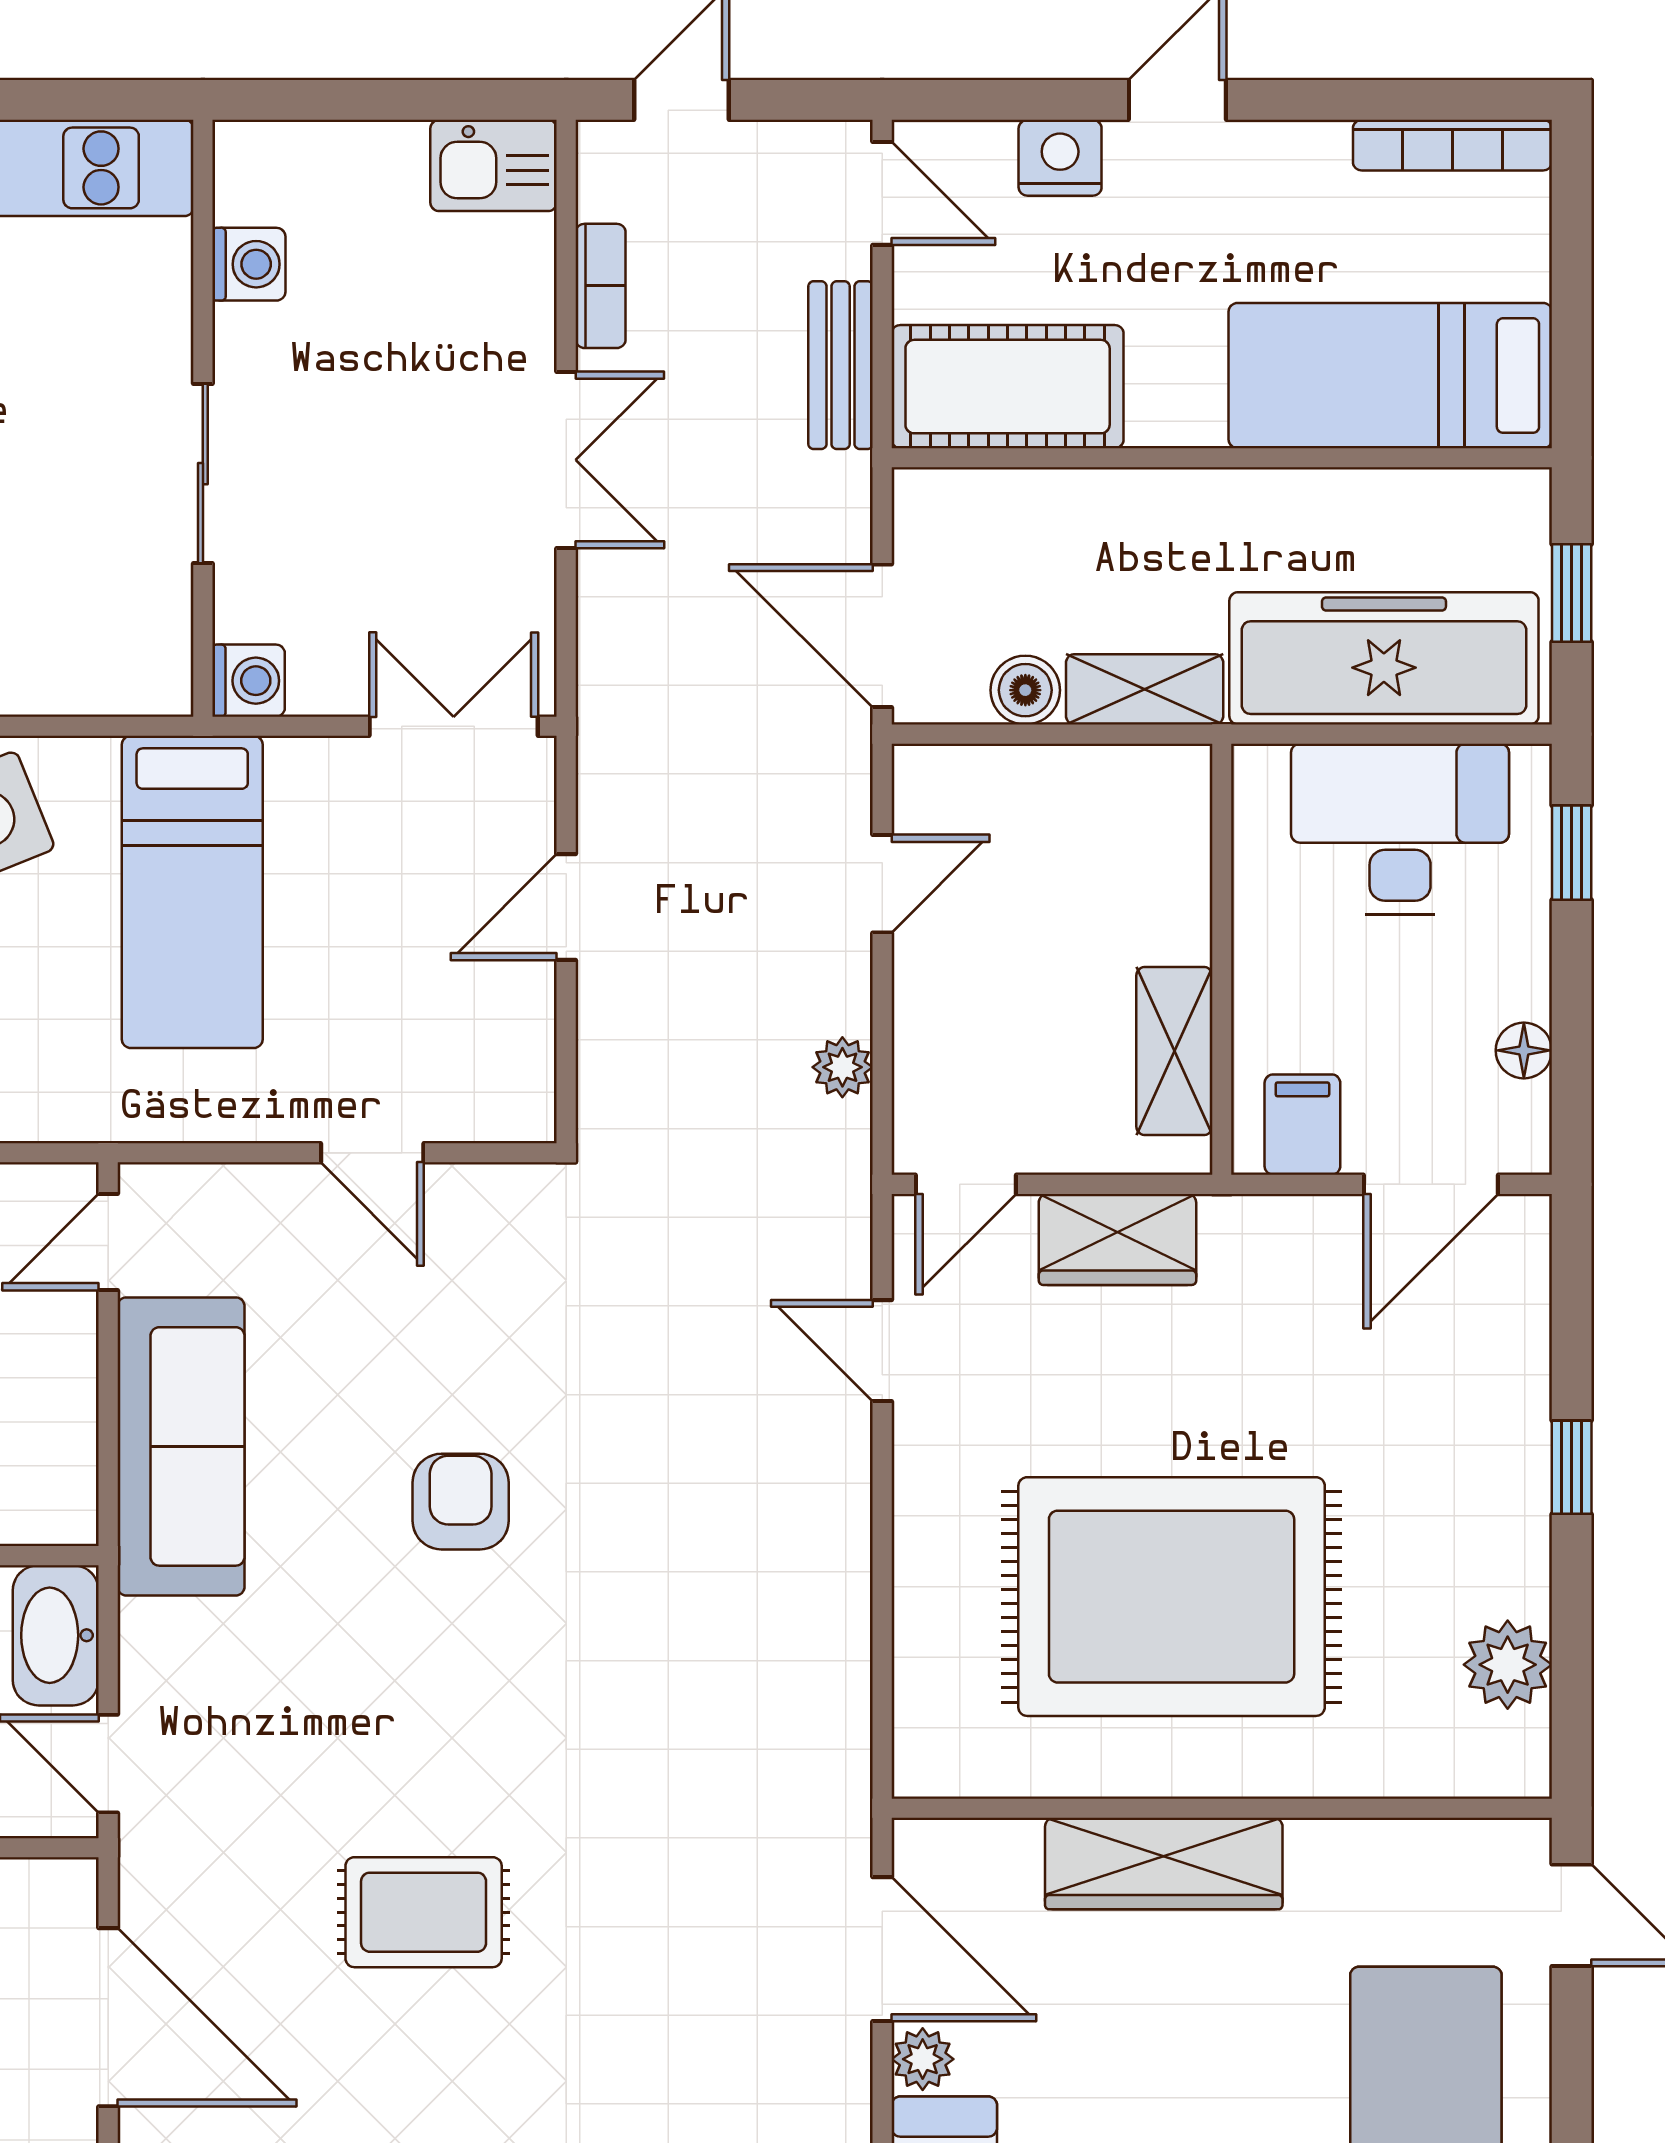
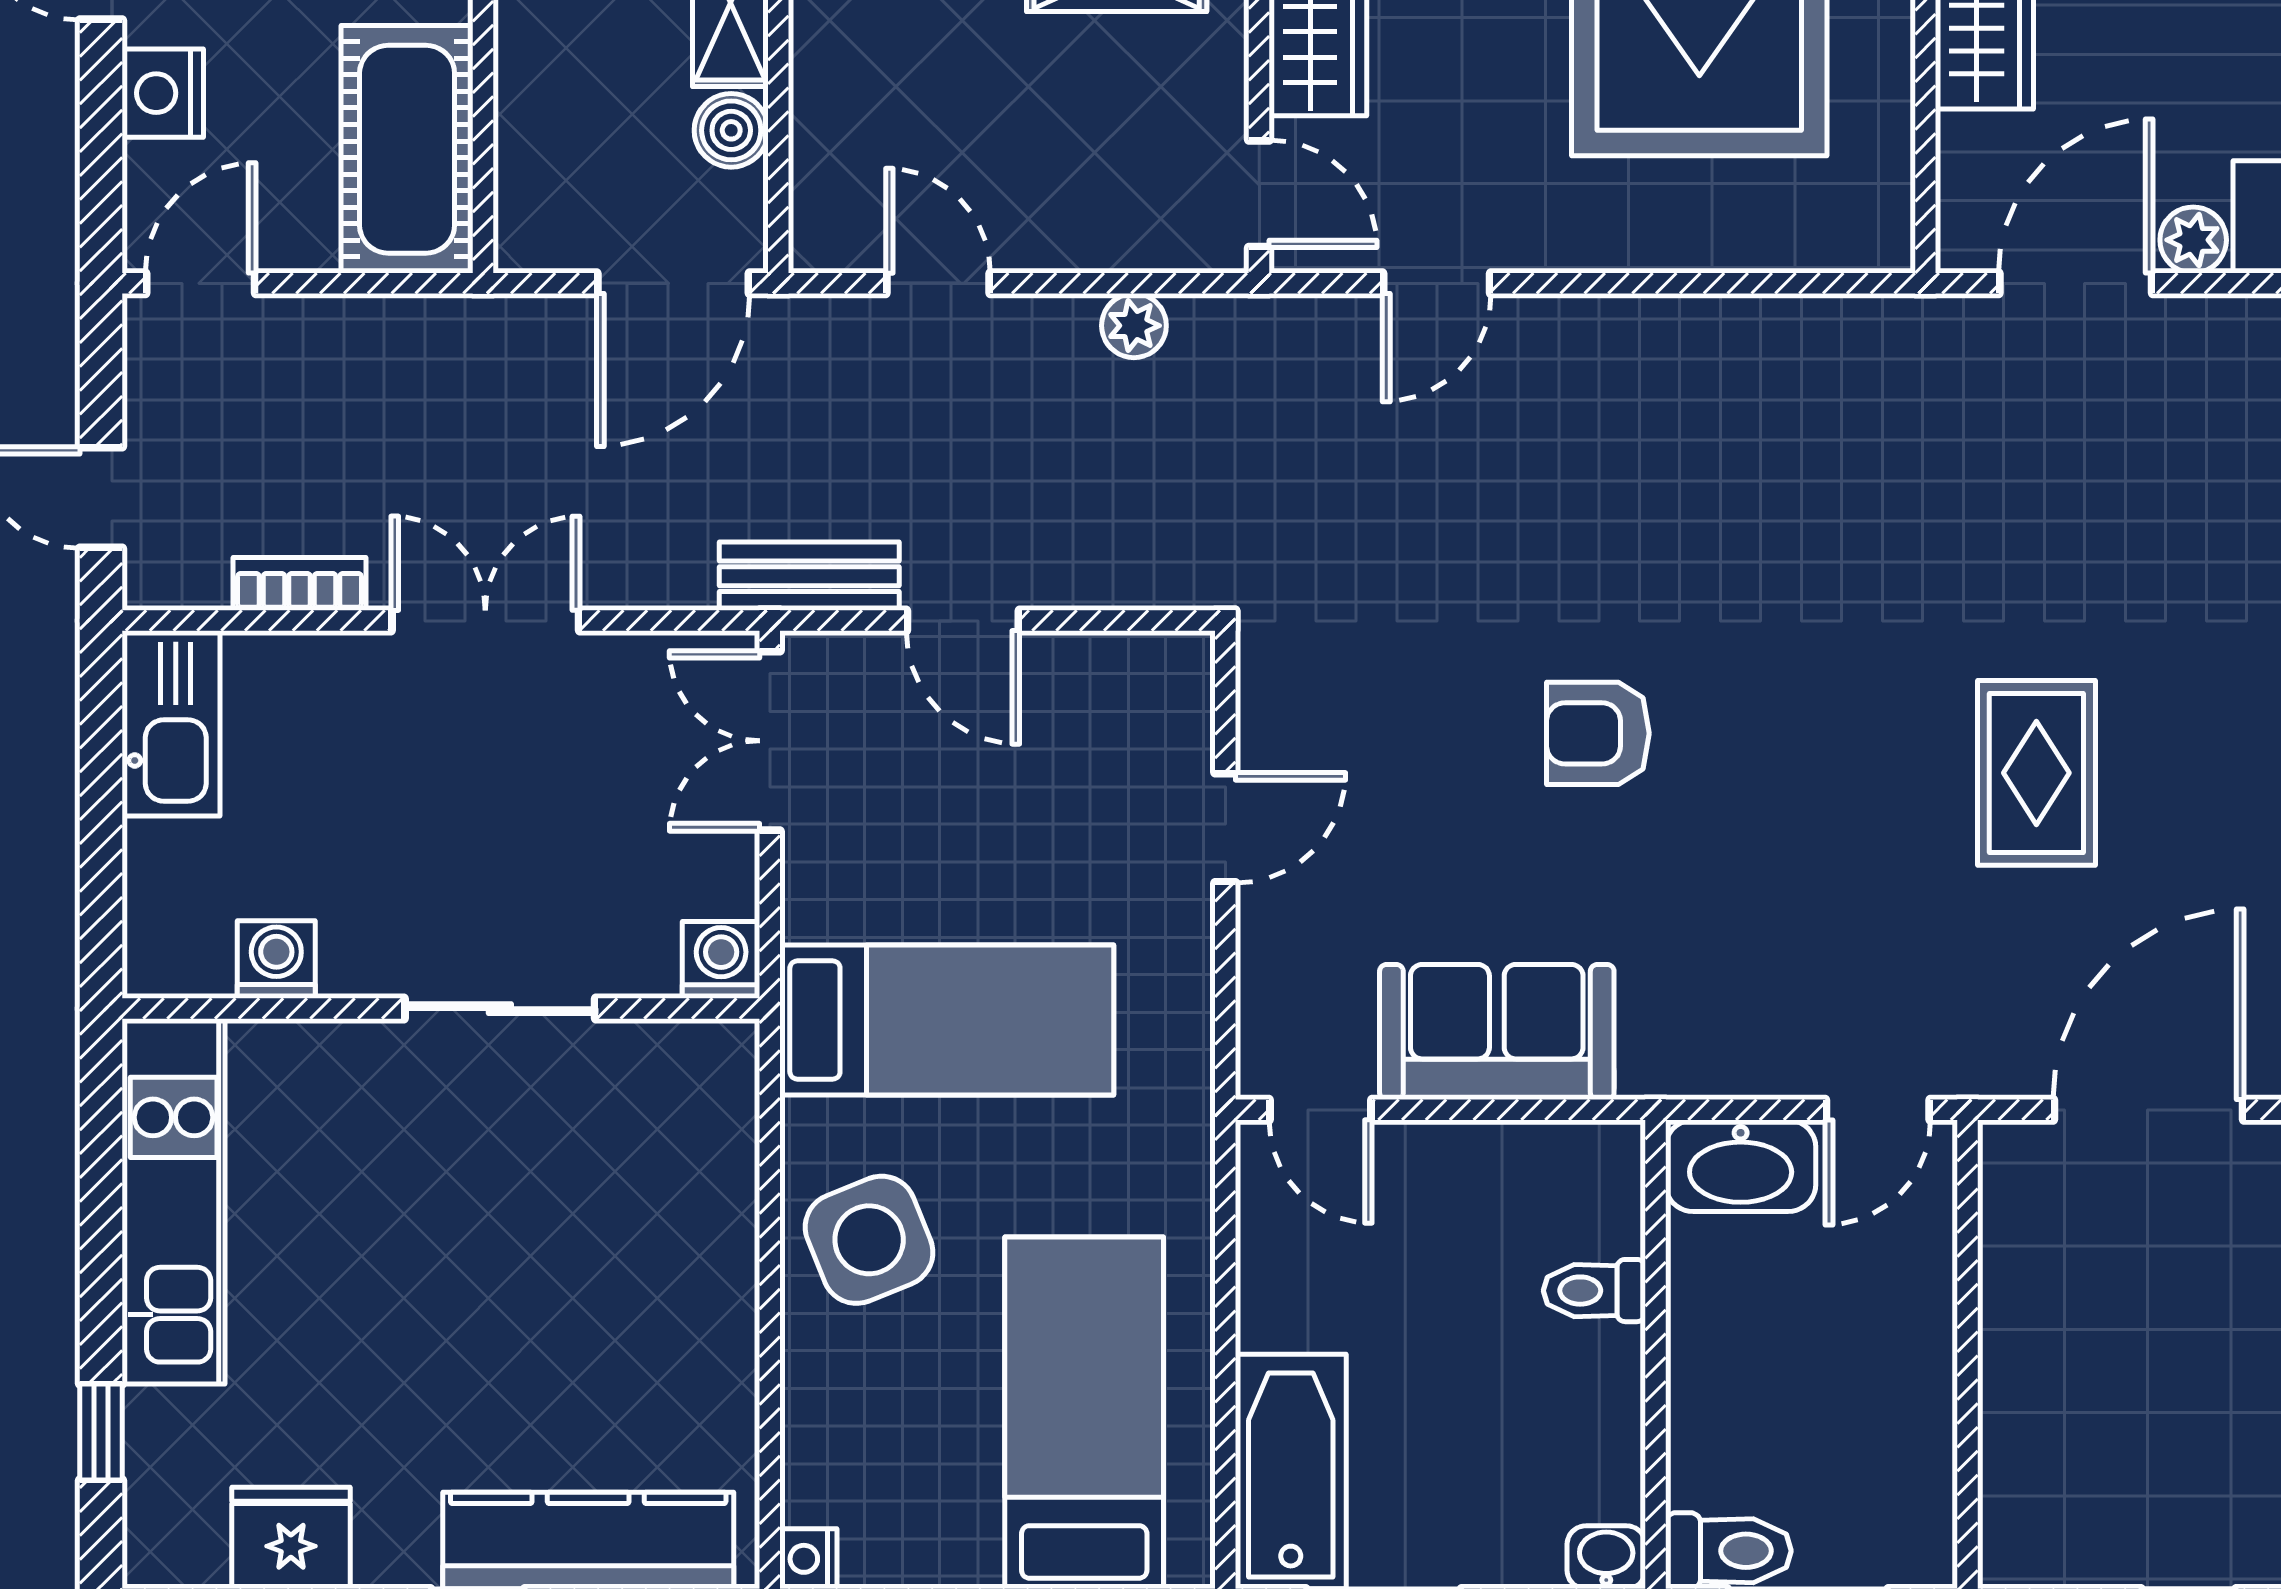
kitchen sink: (494, 165) -> (171, 723), width x1.38
bench: (841, 365) -> (809, 576), moved
sofa: (181, 1446) -> (1497, 1032), width x0.73

